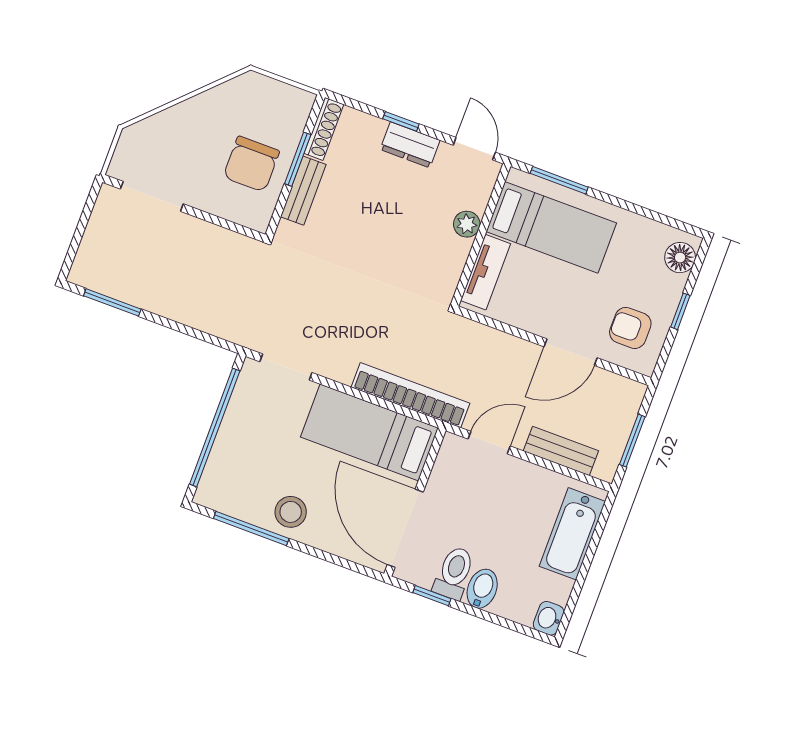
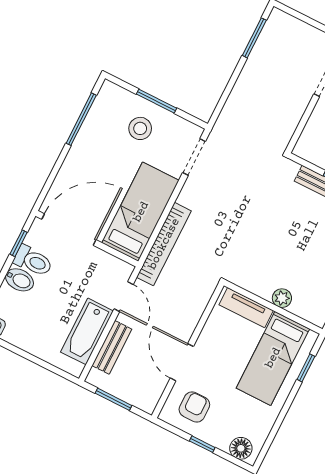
window: (559, 180) -> (306, 368), width x0.67
window: (215, 427) -> (156, 101), width x0.47
stool: (291, 512) -> (140, 128), moved
bathtub: (572, 534) -> (87, 331), moved, turned -90

